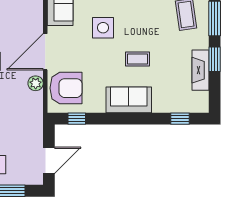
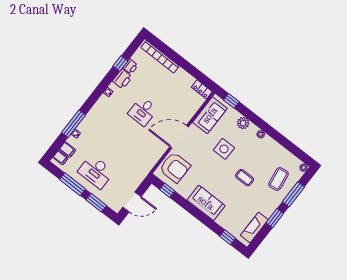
coffee table: (137, 59) -> (245, 178), moved
fireplace: (201, 70) -> (254, 228), moved
plant: (36, 83) -> (159, 151), removed

